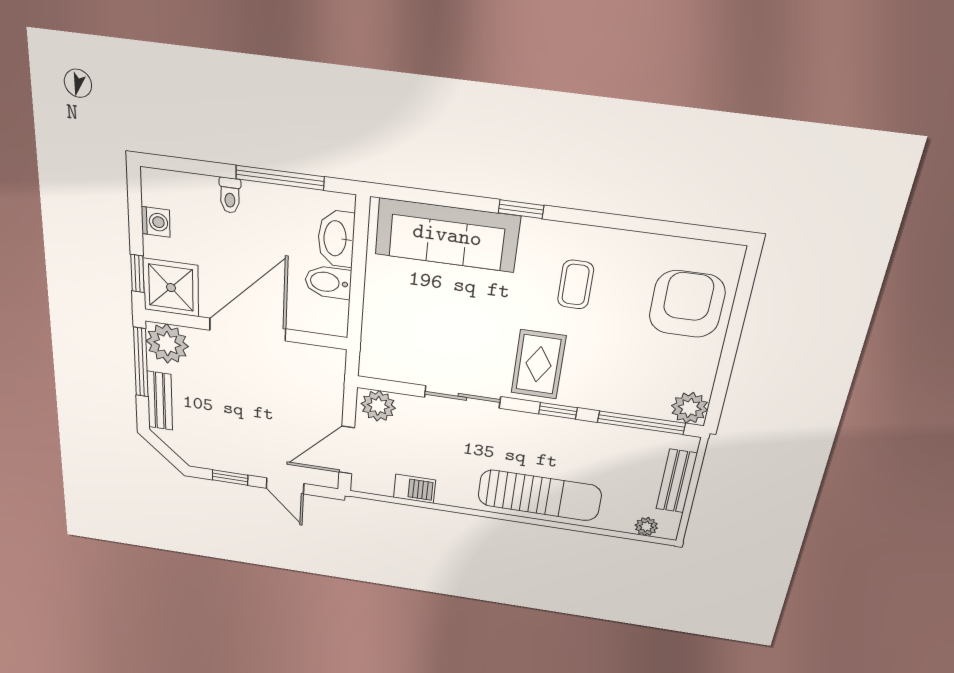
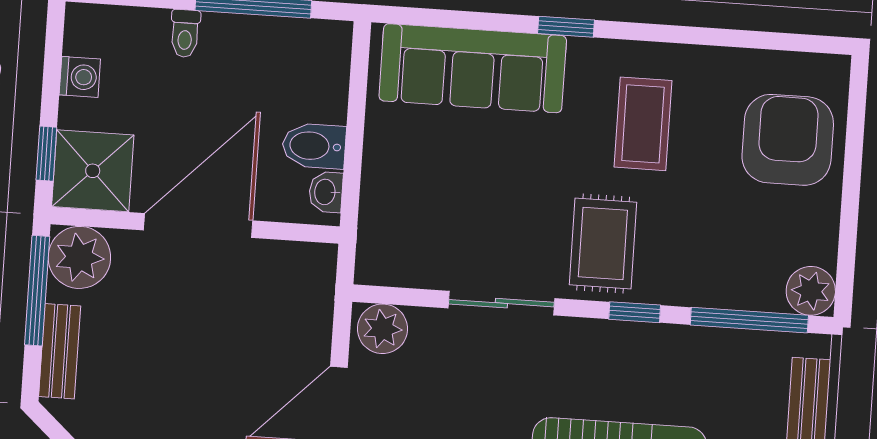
washbasin: (336, 238) -> (326, 192), moved, width x0.52, depth x0.69
coffee table: (576, 285) -> (643, 124), width x1.36, depth x1.30

